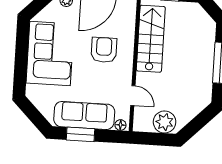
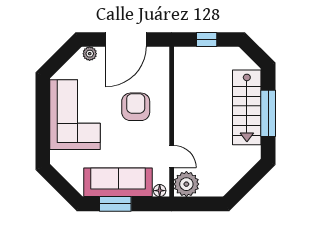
stairs: (151, 39) -> (247, 107), moved, turned 180
plant: (165, 122) -> (186, 184), moved

